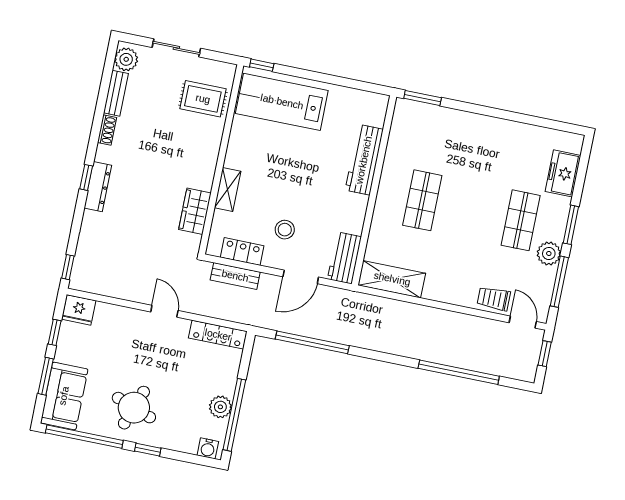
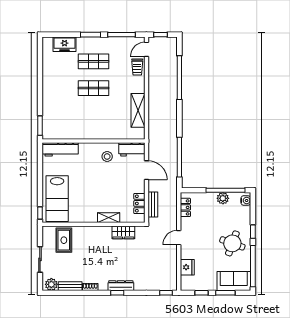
workbench: (364, 160) -> (60, 149), moved
shop shelf: (422, 200) -> (93, 88), moved
stool: (285, 230) -> (107, 157), moved
plant: (549, 253) -> (108, 43), removed
shelving: (392, 279) -> (138, 110), moved
fridge: (79, 310) -> (187, 267), moved
locker: (218, 335) -> (185, 207), width x0.66

